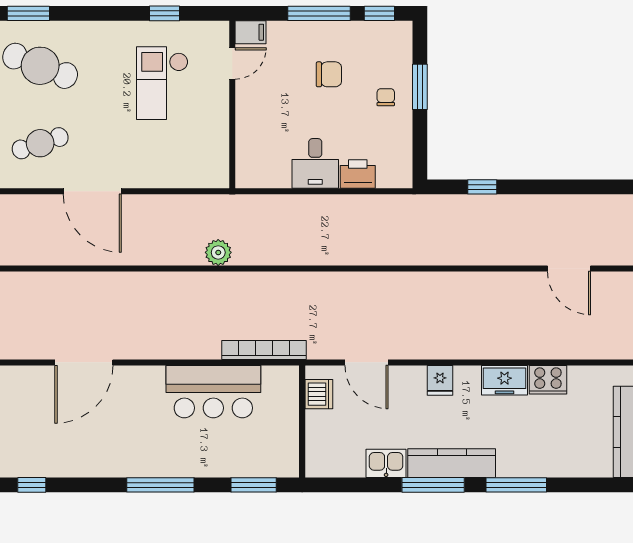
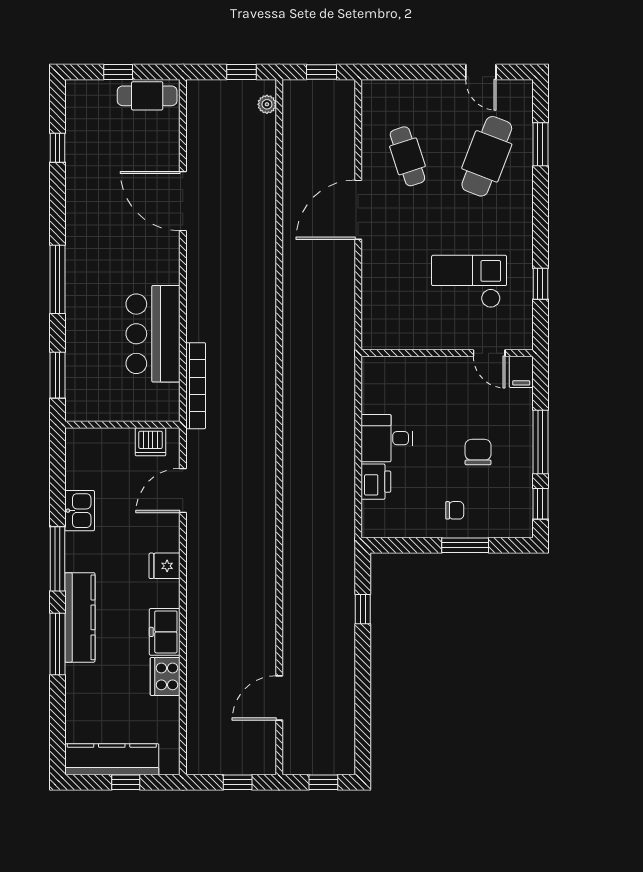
chair: (329, 74) -> (478, 452), turned 180
plant: (218, 252) -> (296, 339), removed
kitchen counter: (452, 463) -> (80, 617), moved

